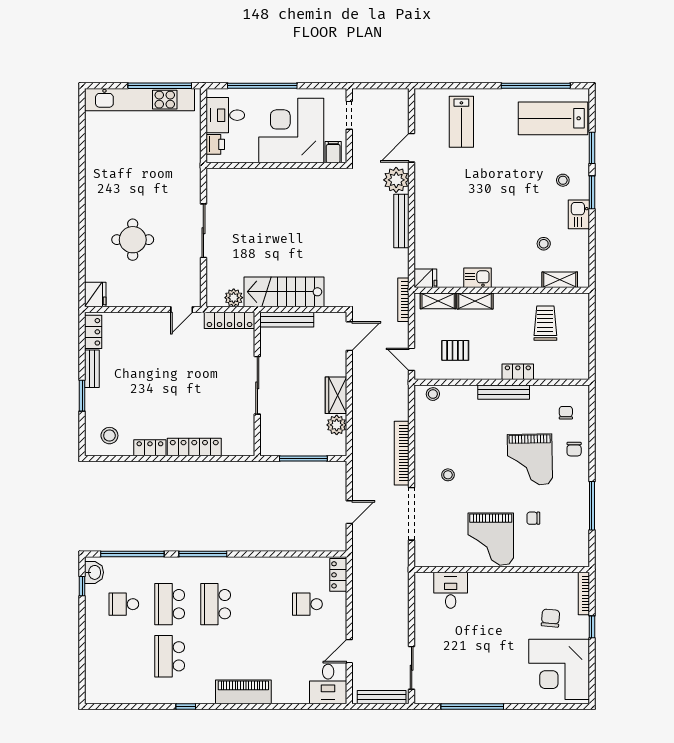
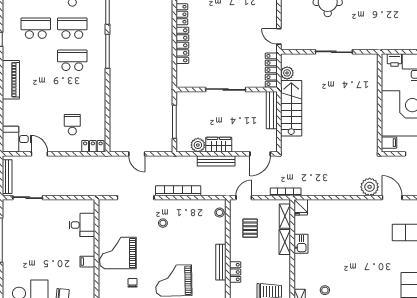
bench: (401, 221) -> (216, 161), moved
door: (349, 336) -> (260, 154), hinge flipped
filing cabinet: (503, 583) -> (87, 262), added

